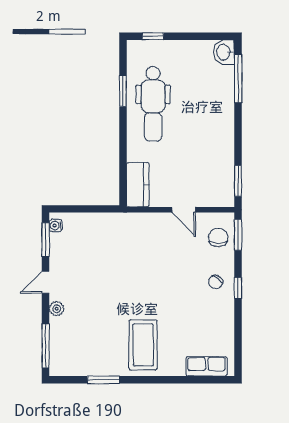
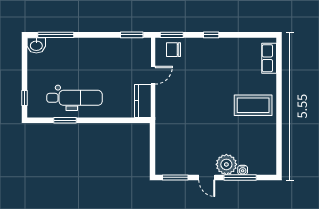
kitchen counter: (138, 185) -> (143, 101), moved, turned -90
water cooler: (56, 225) -> (243, 170), moved
chair: (216, 282) -> (207, 52), removed
plant: (57, 309) -> (226, 164), width x1.88, depth x1.88
window: (46, 346) -> (240, 177), moved
window: (103, 380) -> (279, 135), removed

